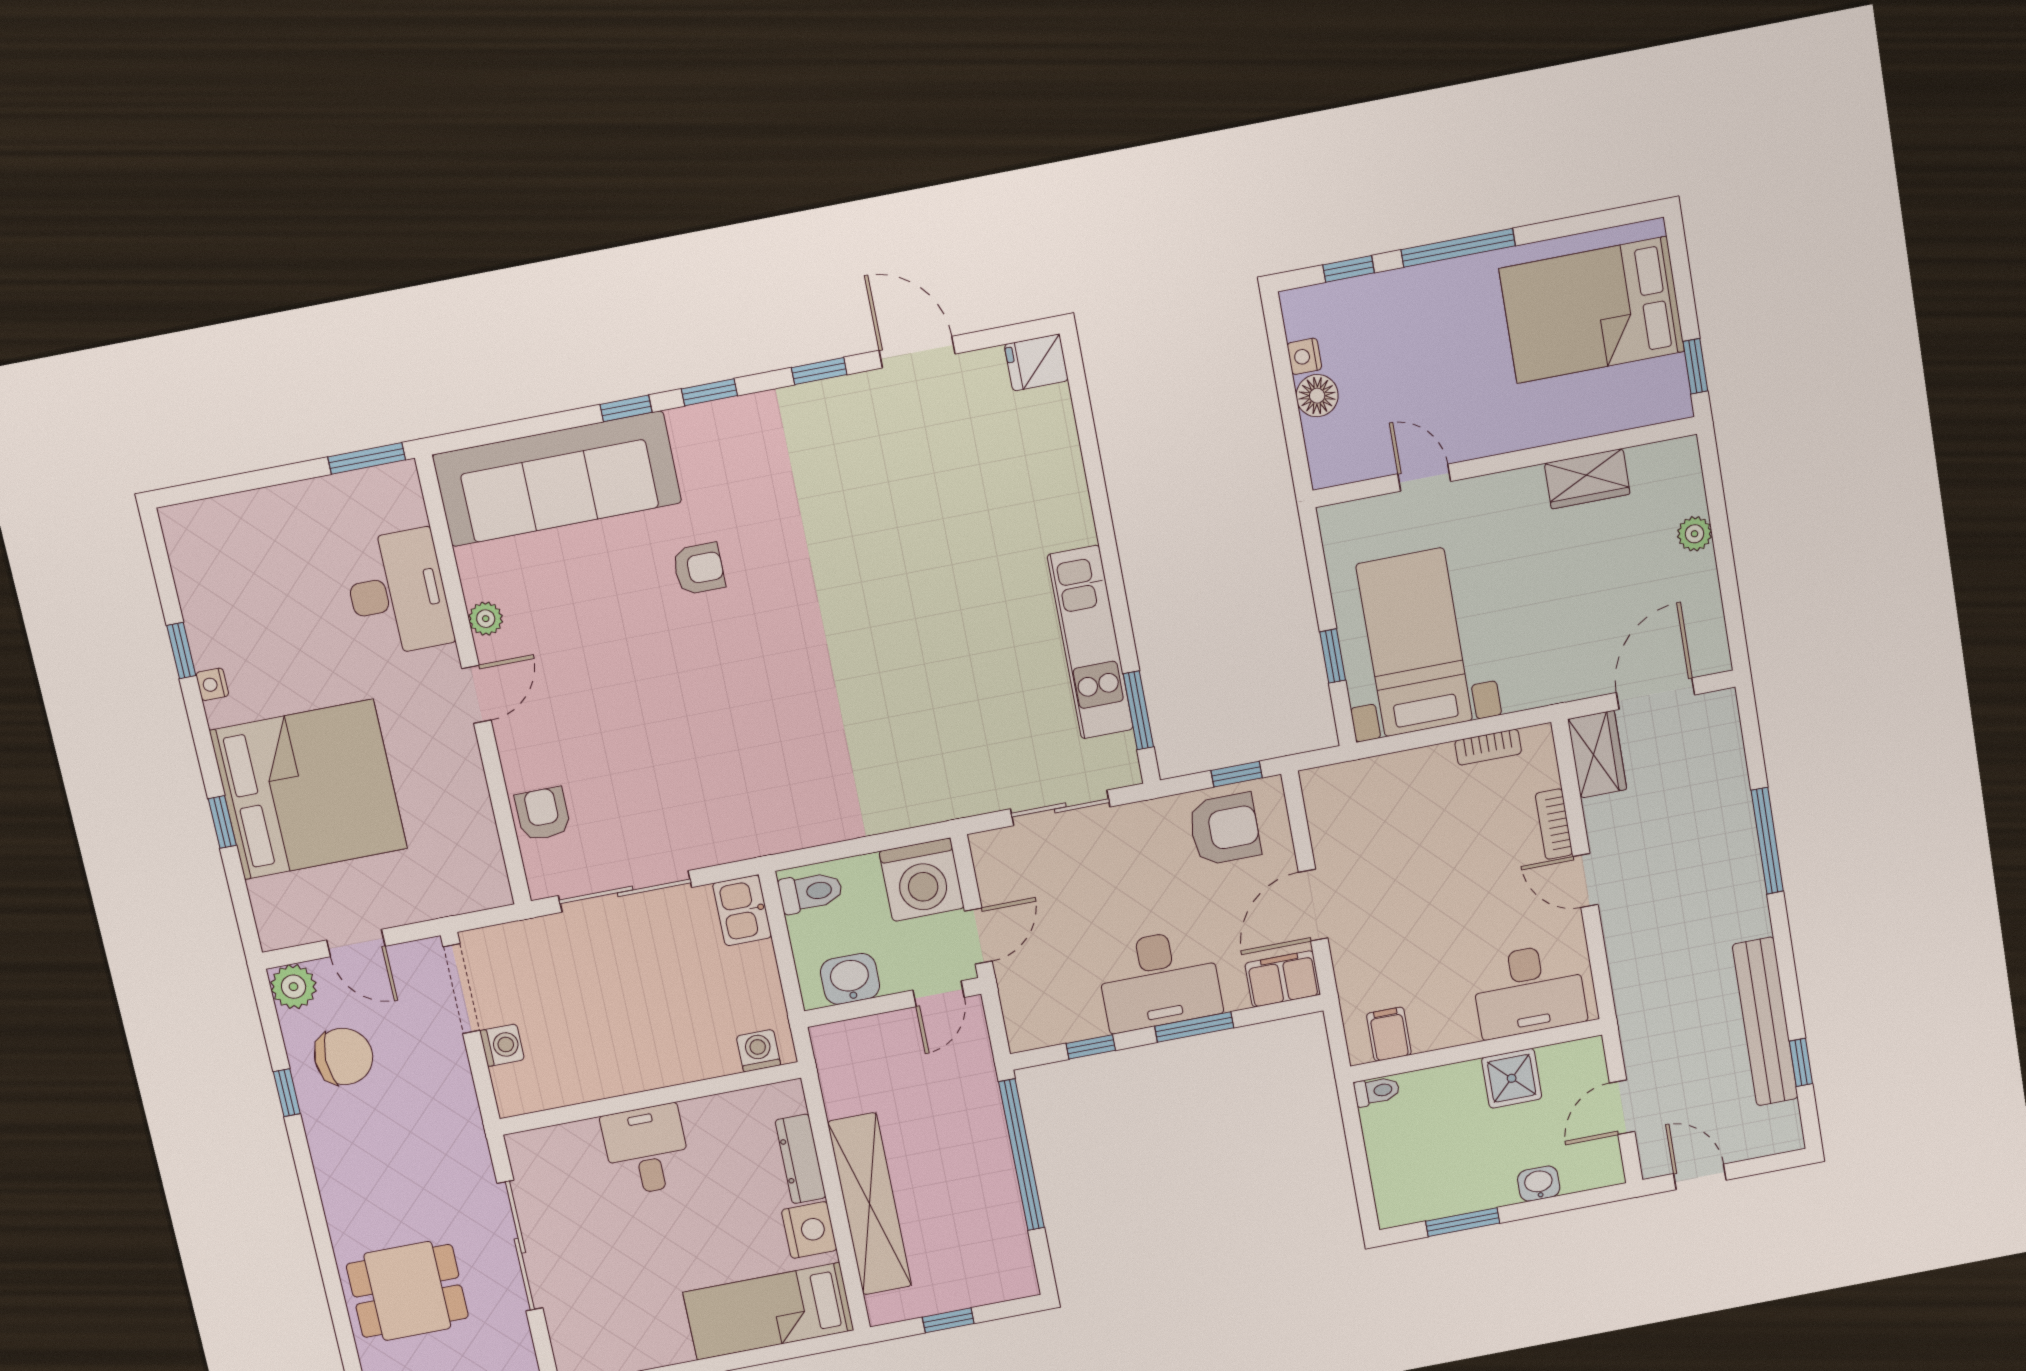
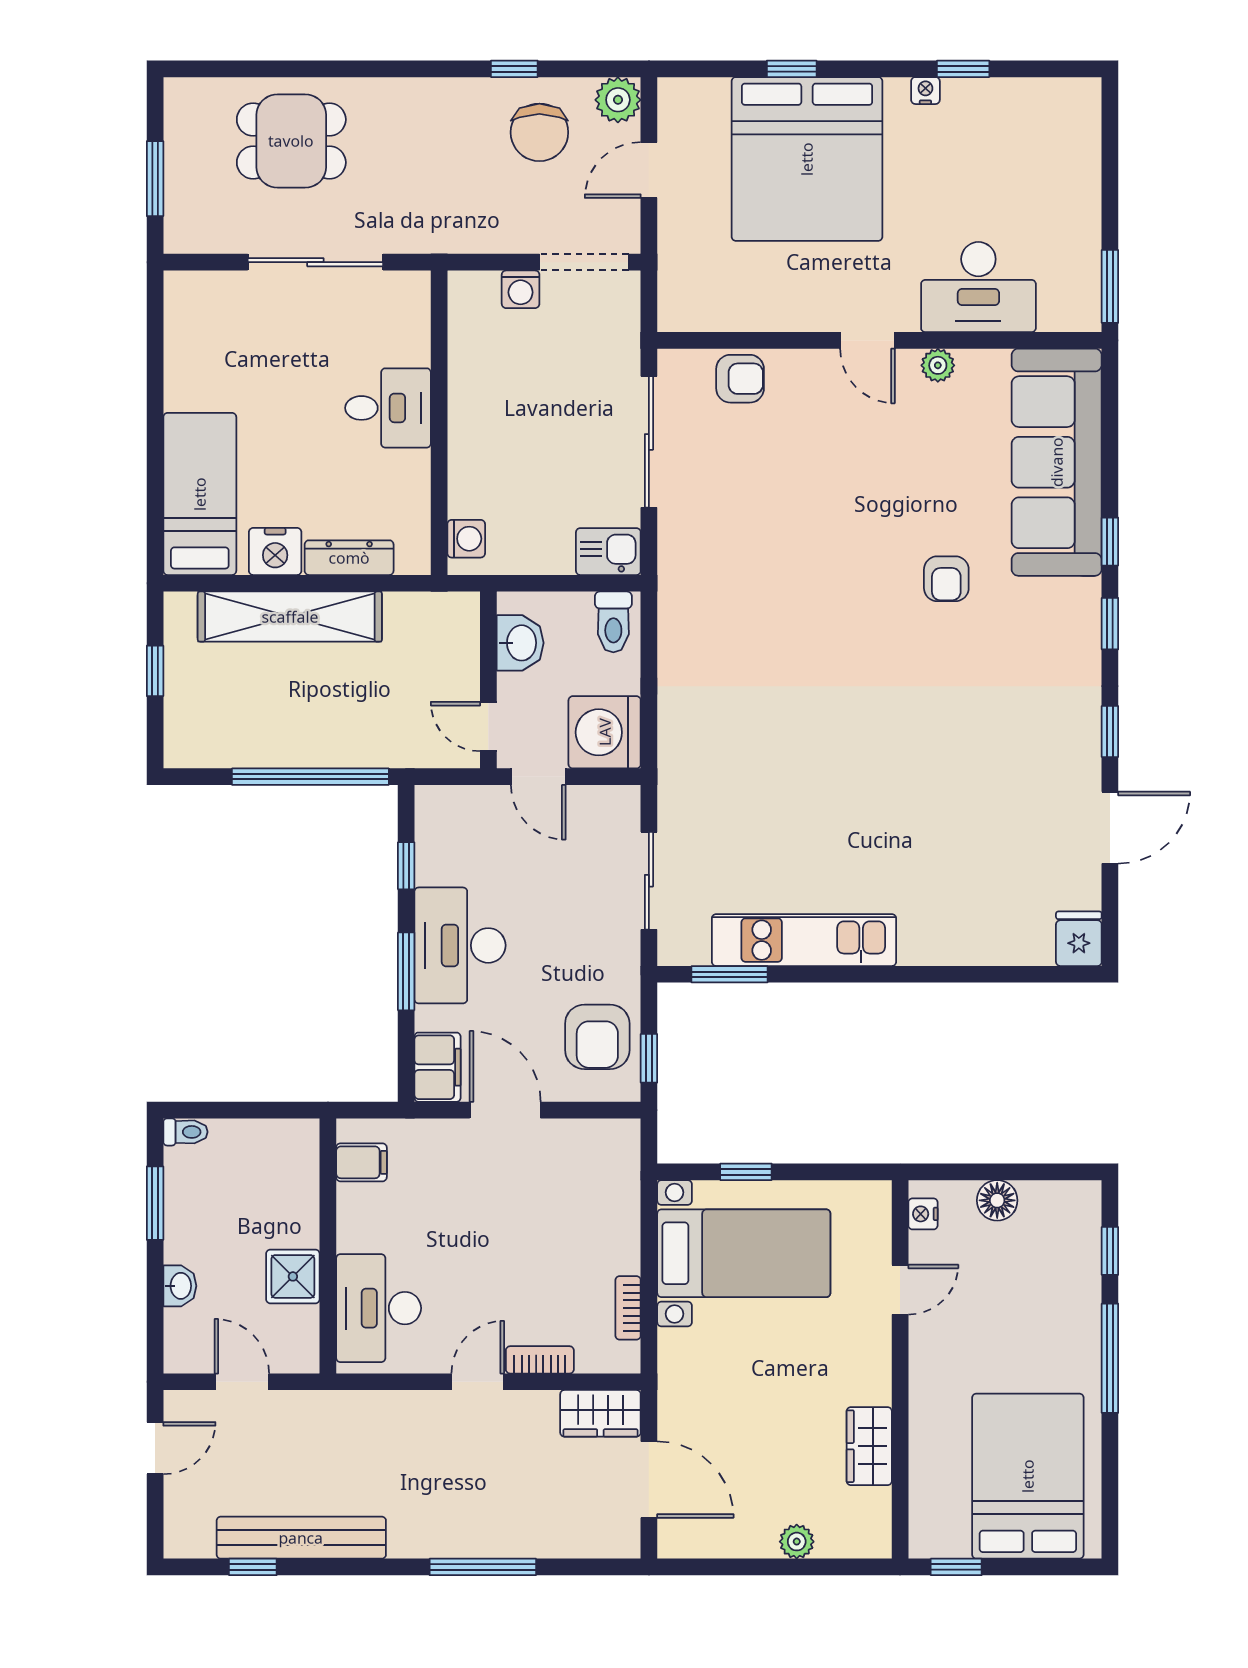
nightstand: (1304, 356) -> (923, 1214), moved, turned -90
toilet: (1377, 1091) -> (185, 1132), moved, turned -90
dining table: (407, 1291) -> (291, 141), turned 90

